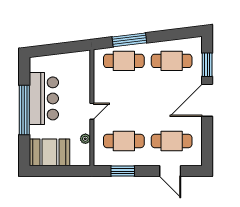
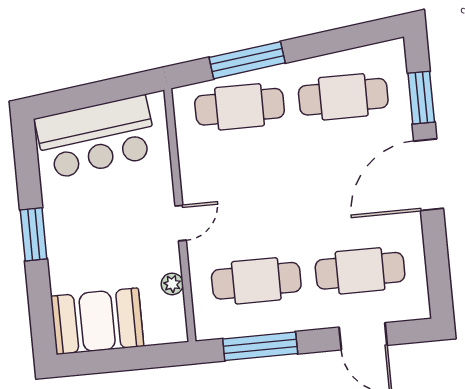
bar counter: (44, 98) -> (96, 137), moved, turned 83
window: (24, 110) -> (34, 234), width x0.47
window: (123, 171) -> (260, 346), width x1.44

